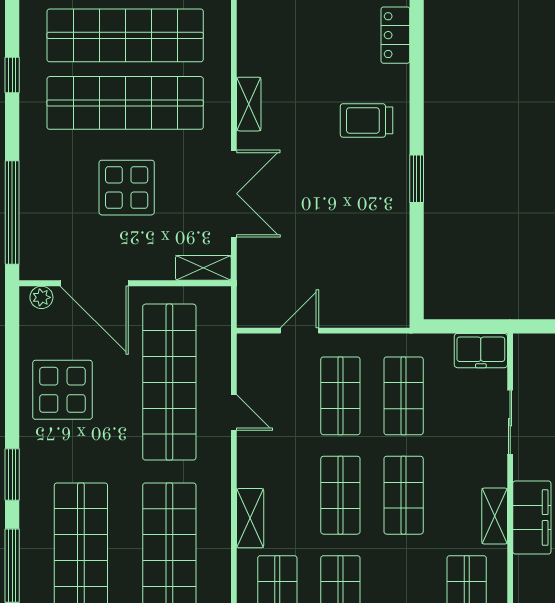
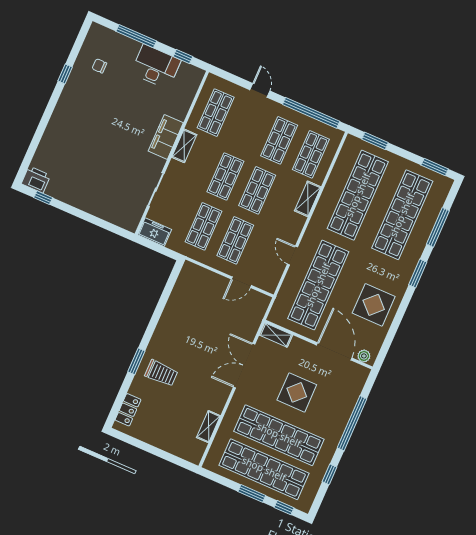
shelving: (249, 104) -> (208, 427), moved
window: (417, 179) -> (136, 361), moved
window: (12, 212) -> (352, 423), moved

